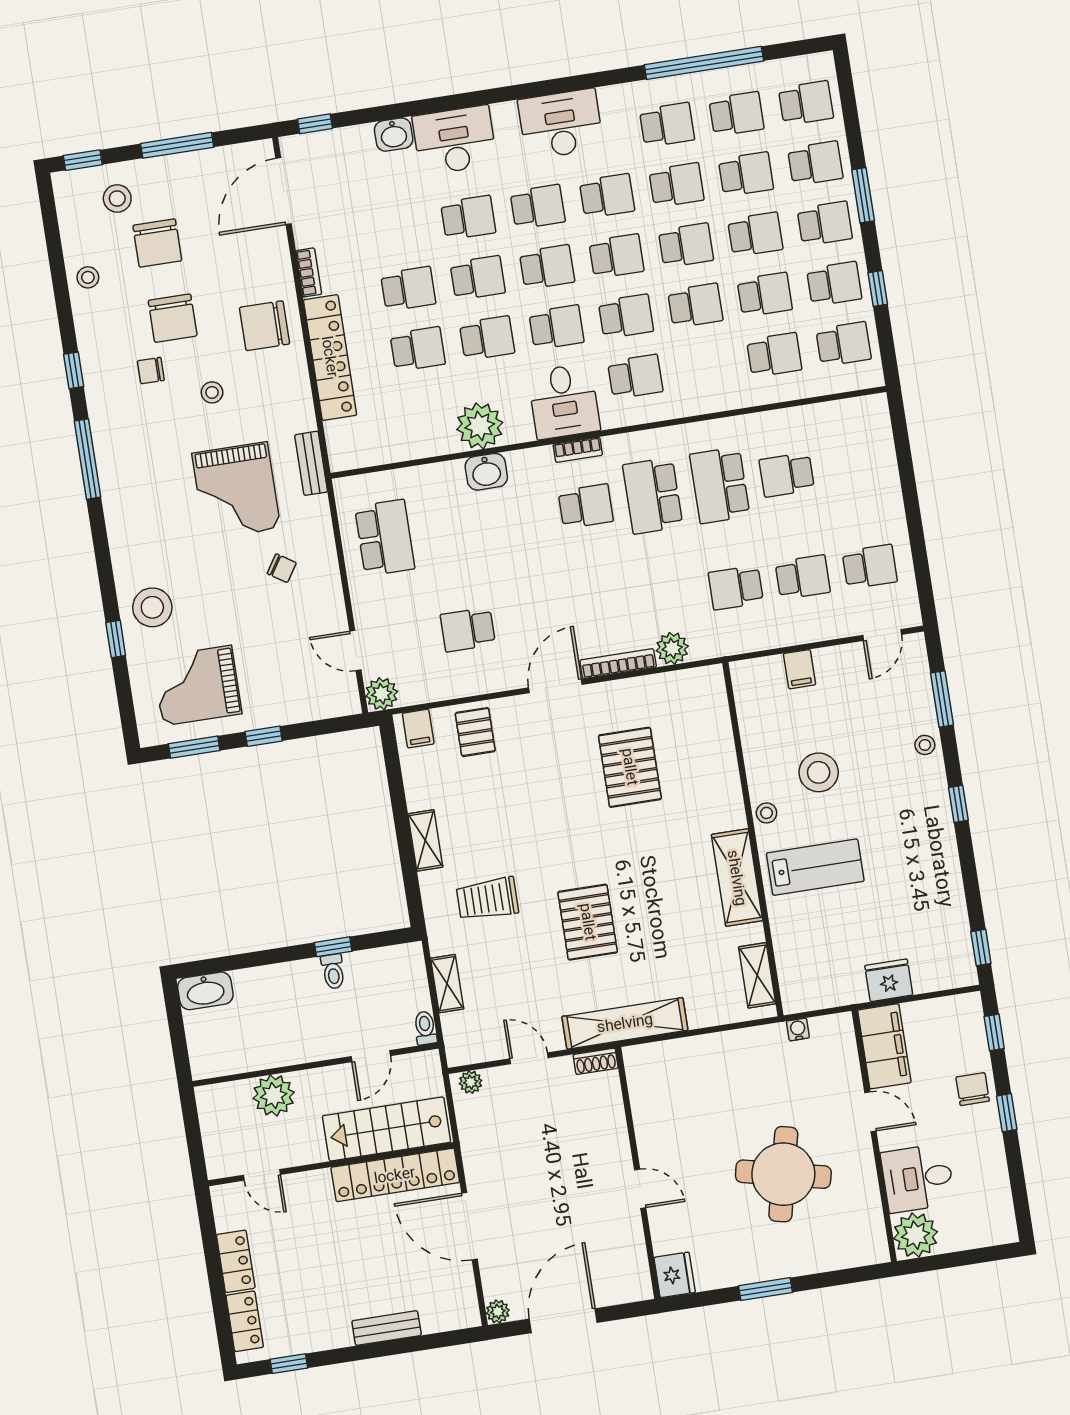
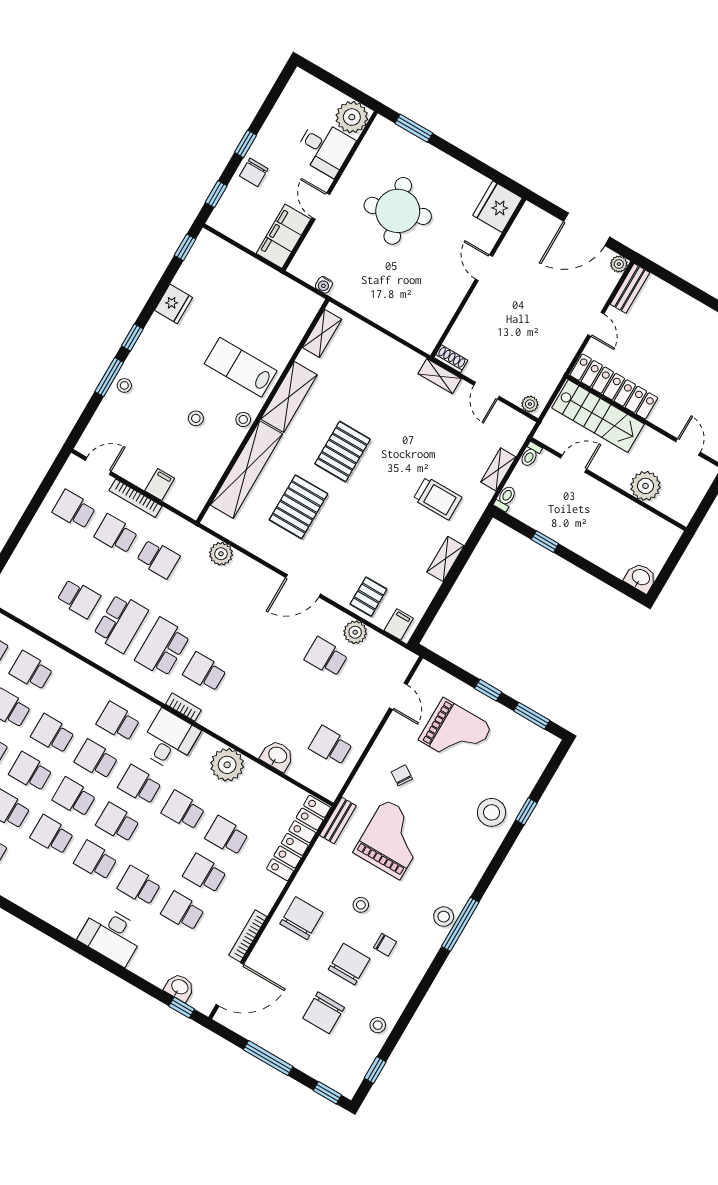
desk: (561, 124) -> (45, 896), removed
washbasin: (394, 135) -> (180, 987), moved
stool: (117, 198) -> (444, 917), moved
chair: (157, 243) -> (324, 1013), turned 180
bookcase: (309, 272) -> (248, 936), width x1.56
school desk: (478, 278) -> (183, 911), moved
chair: (265, 326) -> (301, 918), turned -90
locker: (330, 357) -> (298, 838), moved
window: (74, 370) -> (375, 1070), moved
washbasin: (486, 472) -> (277, 756), moved
school desk: (653, 496) -> (163, 647), turned 180
school desk: (385, 538) -> (331, 746), width x0.54
school desk: (468, 630) -> (326, 657), turned 180
bookcase: (618, 664) -> (135, 498), moved
grand piano: (197, 686) -> (455, 733), moved
plant: (382, 694) -> (355, 632), moved
window: (942, 699) -> (109, 377), moved
shelving: (719, 762) -> (246, 470), added
stool: (819, 772) -> (196, 418), width x0.53, depth x0.53
pallet: (588, 922) -> (342, 452), moved
toilet: (333, 971) -> (505, 498), moved
fridge: (889, 980) -> (173, 304), moved, turned -90
washbasin: (205, 991) -> (641, 578), width x0.72
shelving: (625, 1023) -> (440, 376), width x0.45, depth x0.75
round table: (783, 1174) -> (398, 211), turned -31
door: (469, 1226) -> (596, 324), width x0.53
fridge: (675, 1275) -> (497, 207), width x1.36, depth x1.34
window: (766, 1289) -> (414, 128), moved
bench: (387, 1328) -> (630, 288), moved, turned 90

